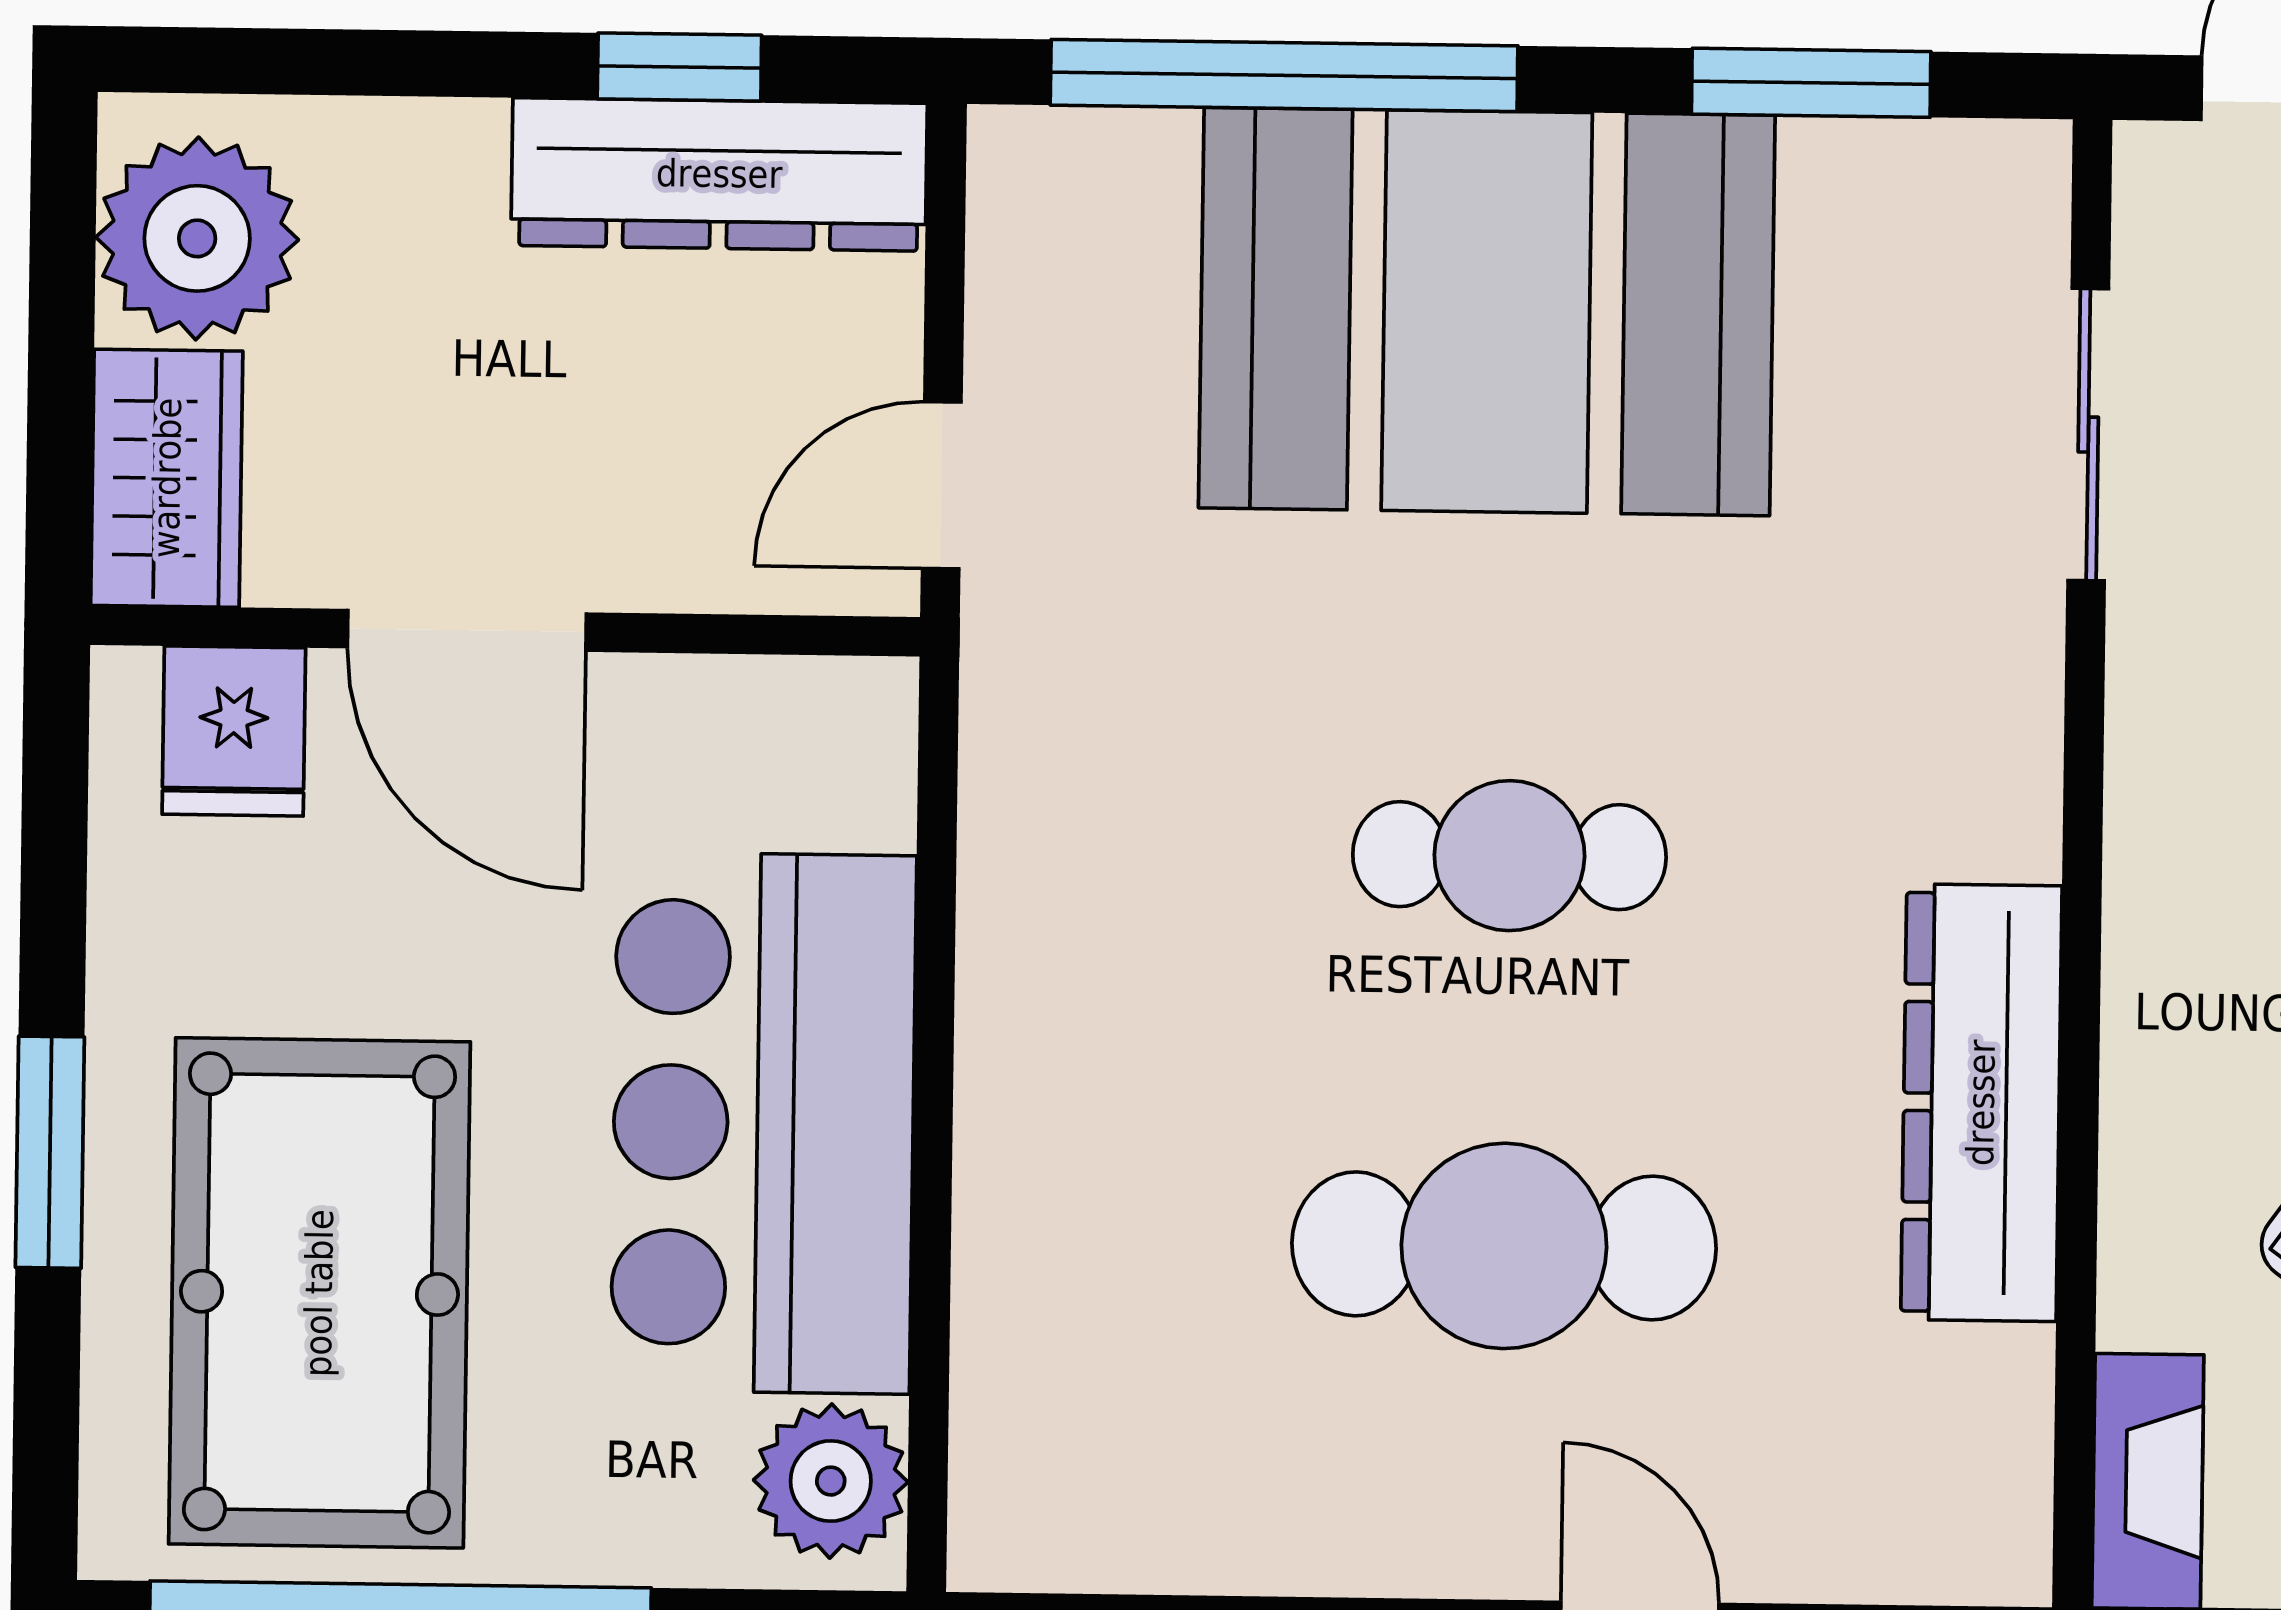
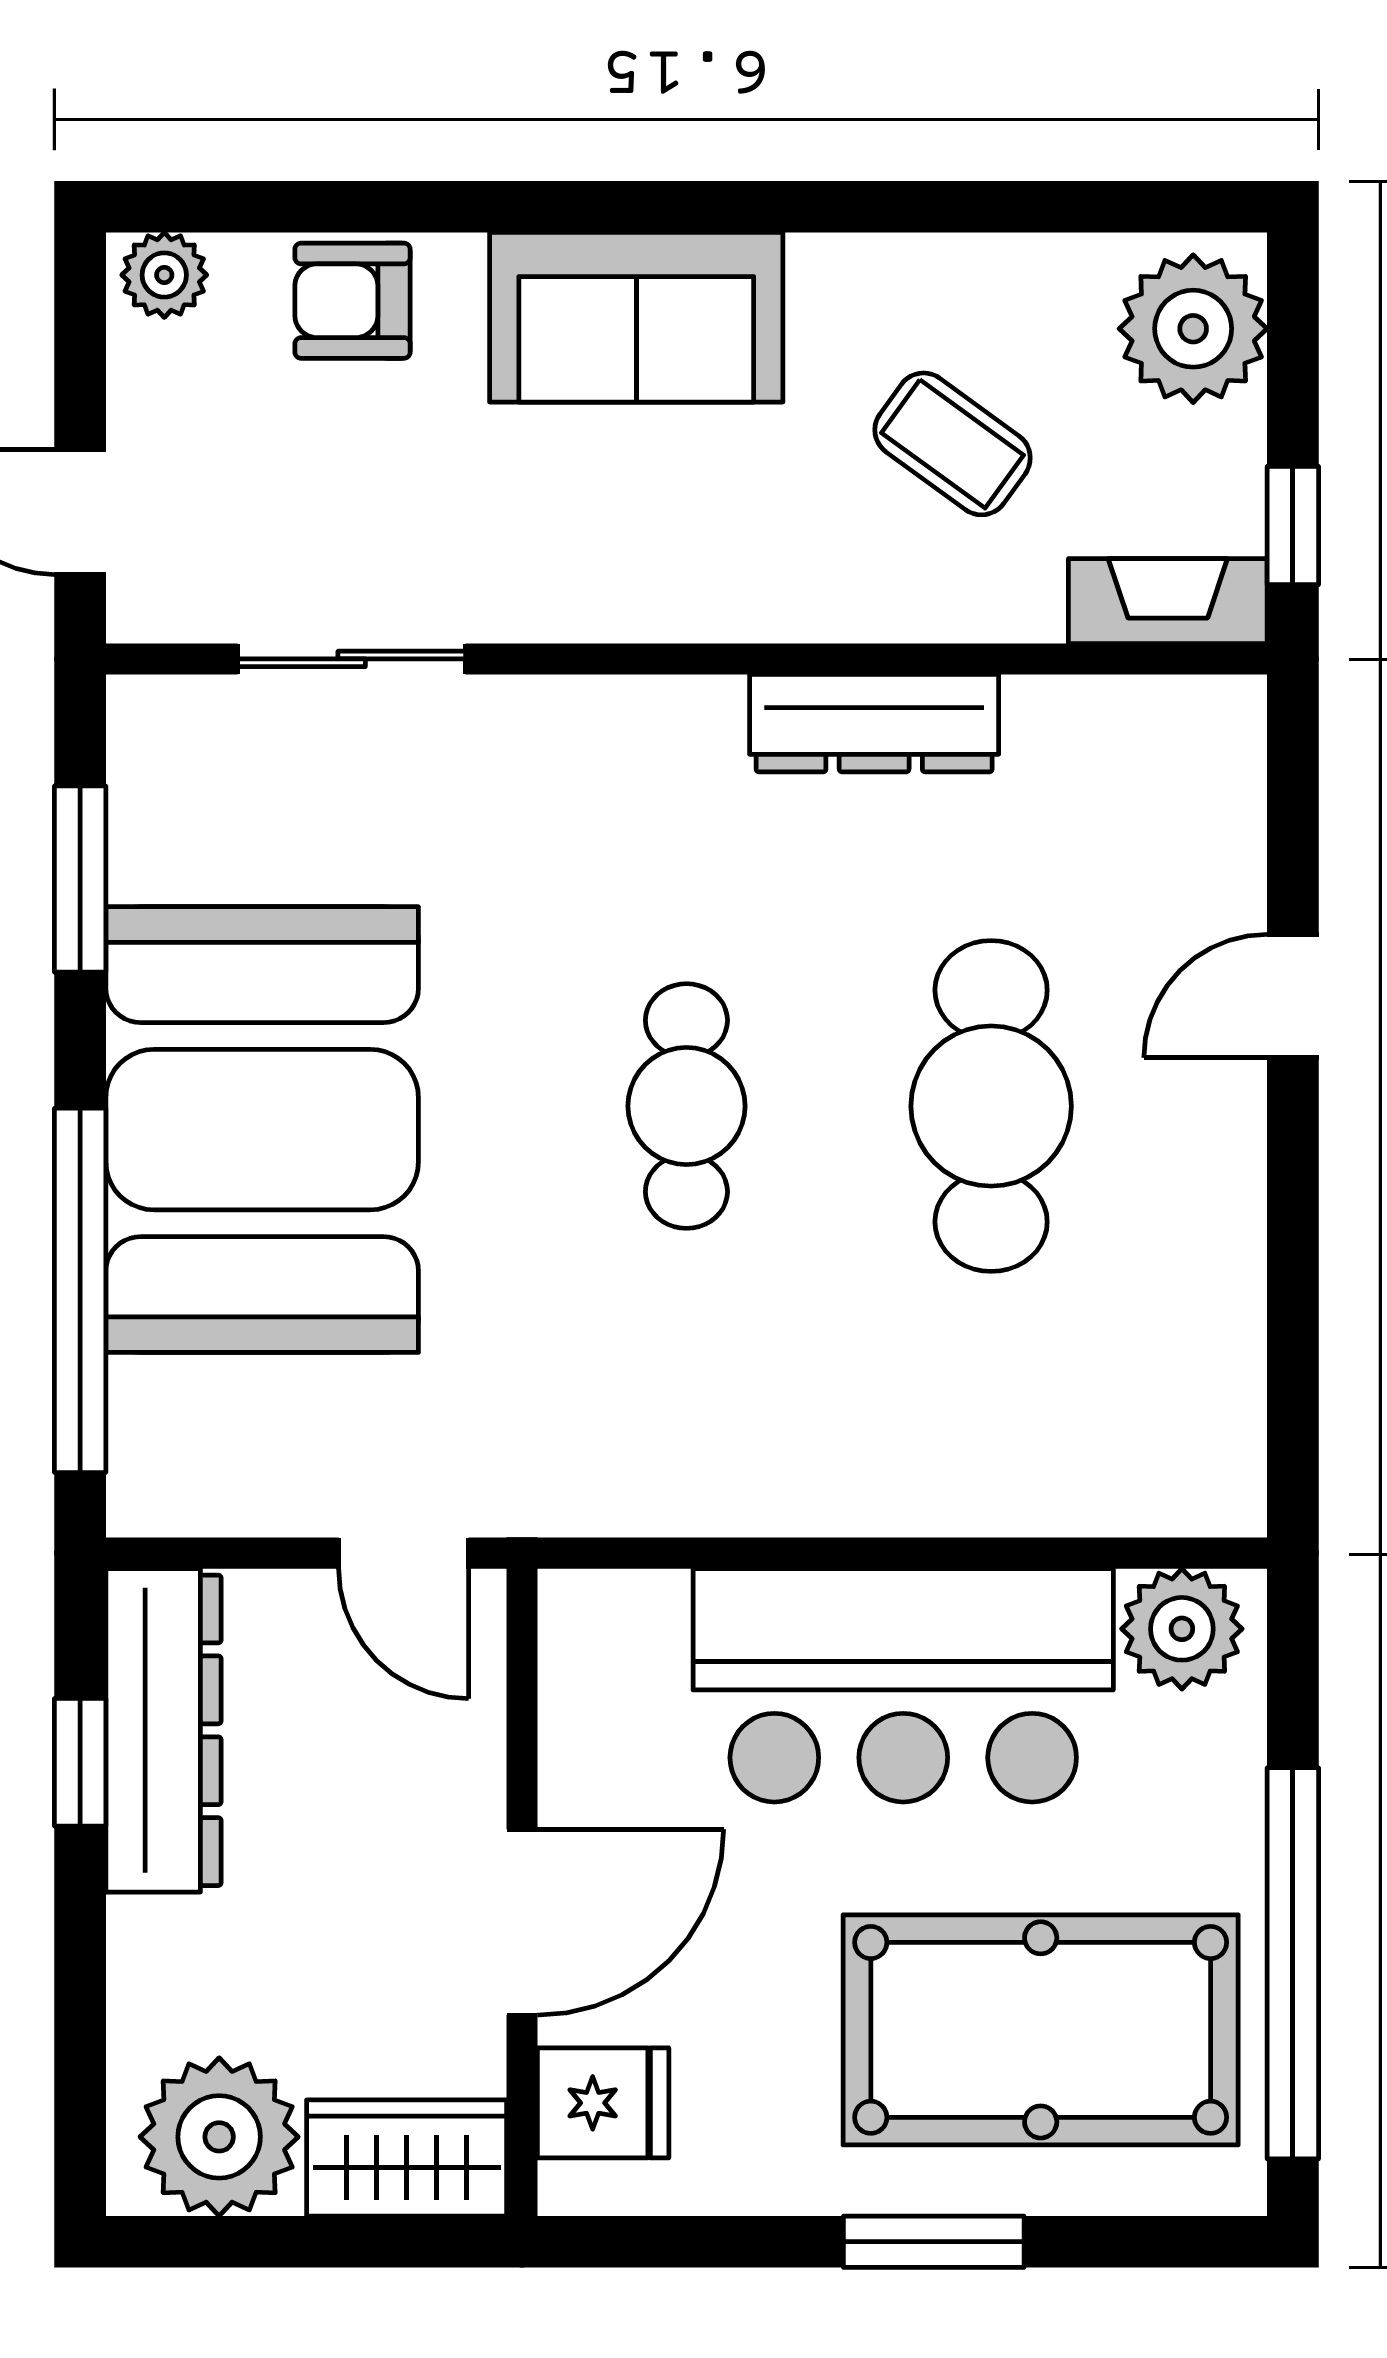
dresser: (1981, 1103) -> (874, 723), width x0.73, depth x0.80

